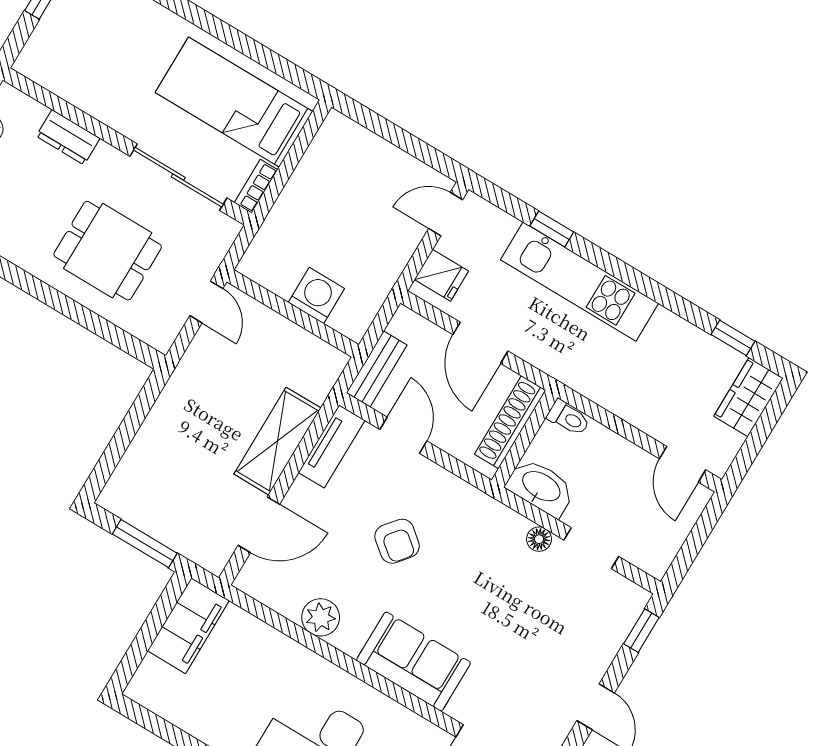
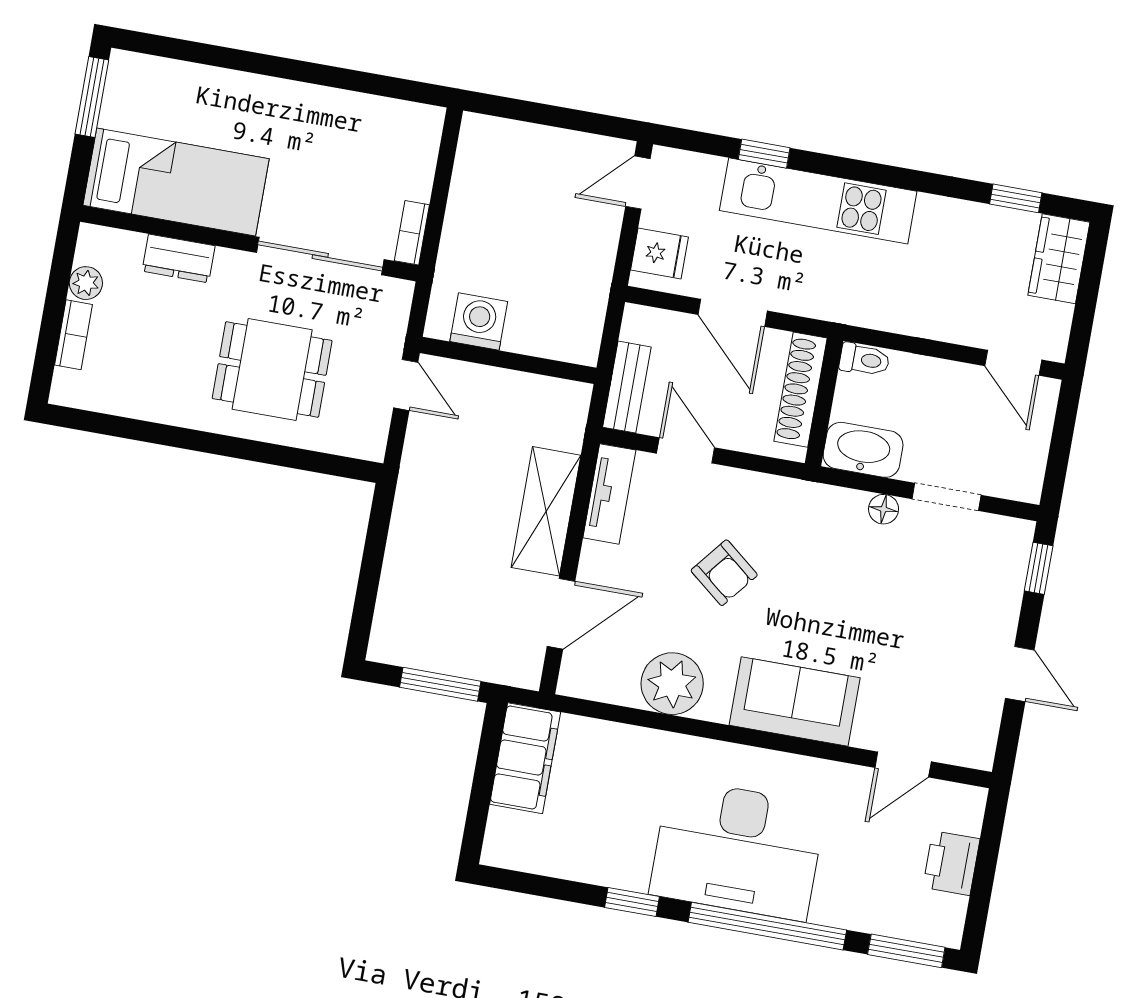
bed: (234, 102) -> (176, 182), moved, turned 180
washing machine: (316, 295) -> (479, 322), moved
plant: (321, 617) -> (672, 684), width x1.36, depth x1.36

